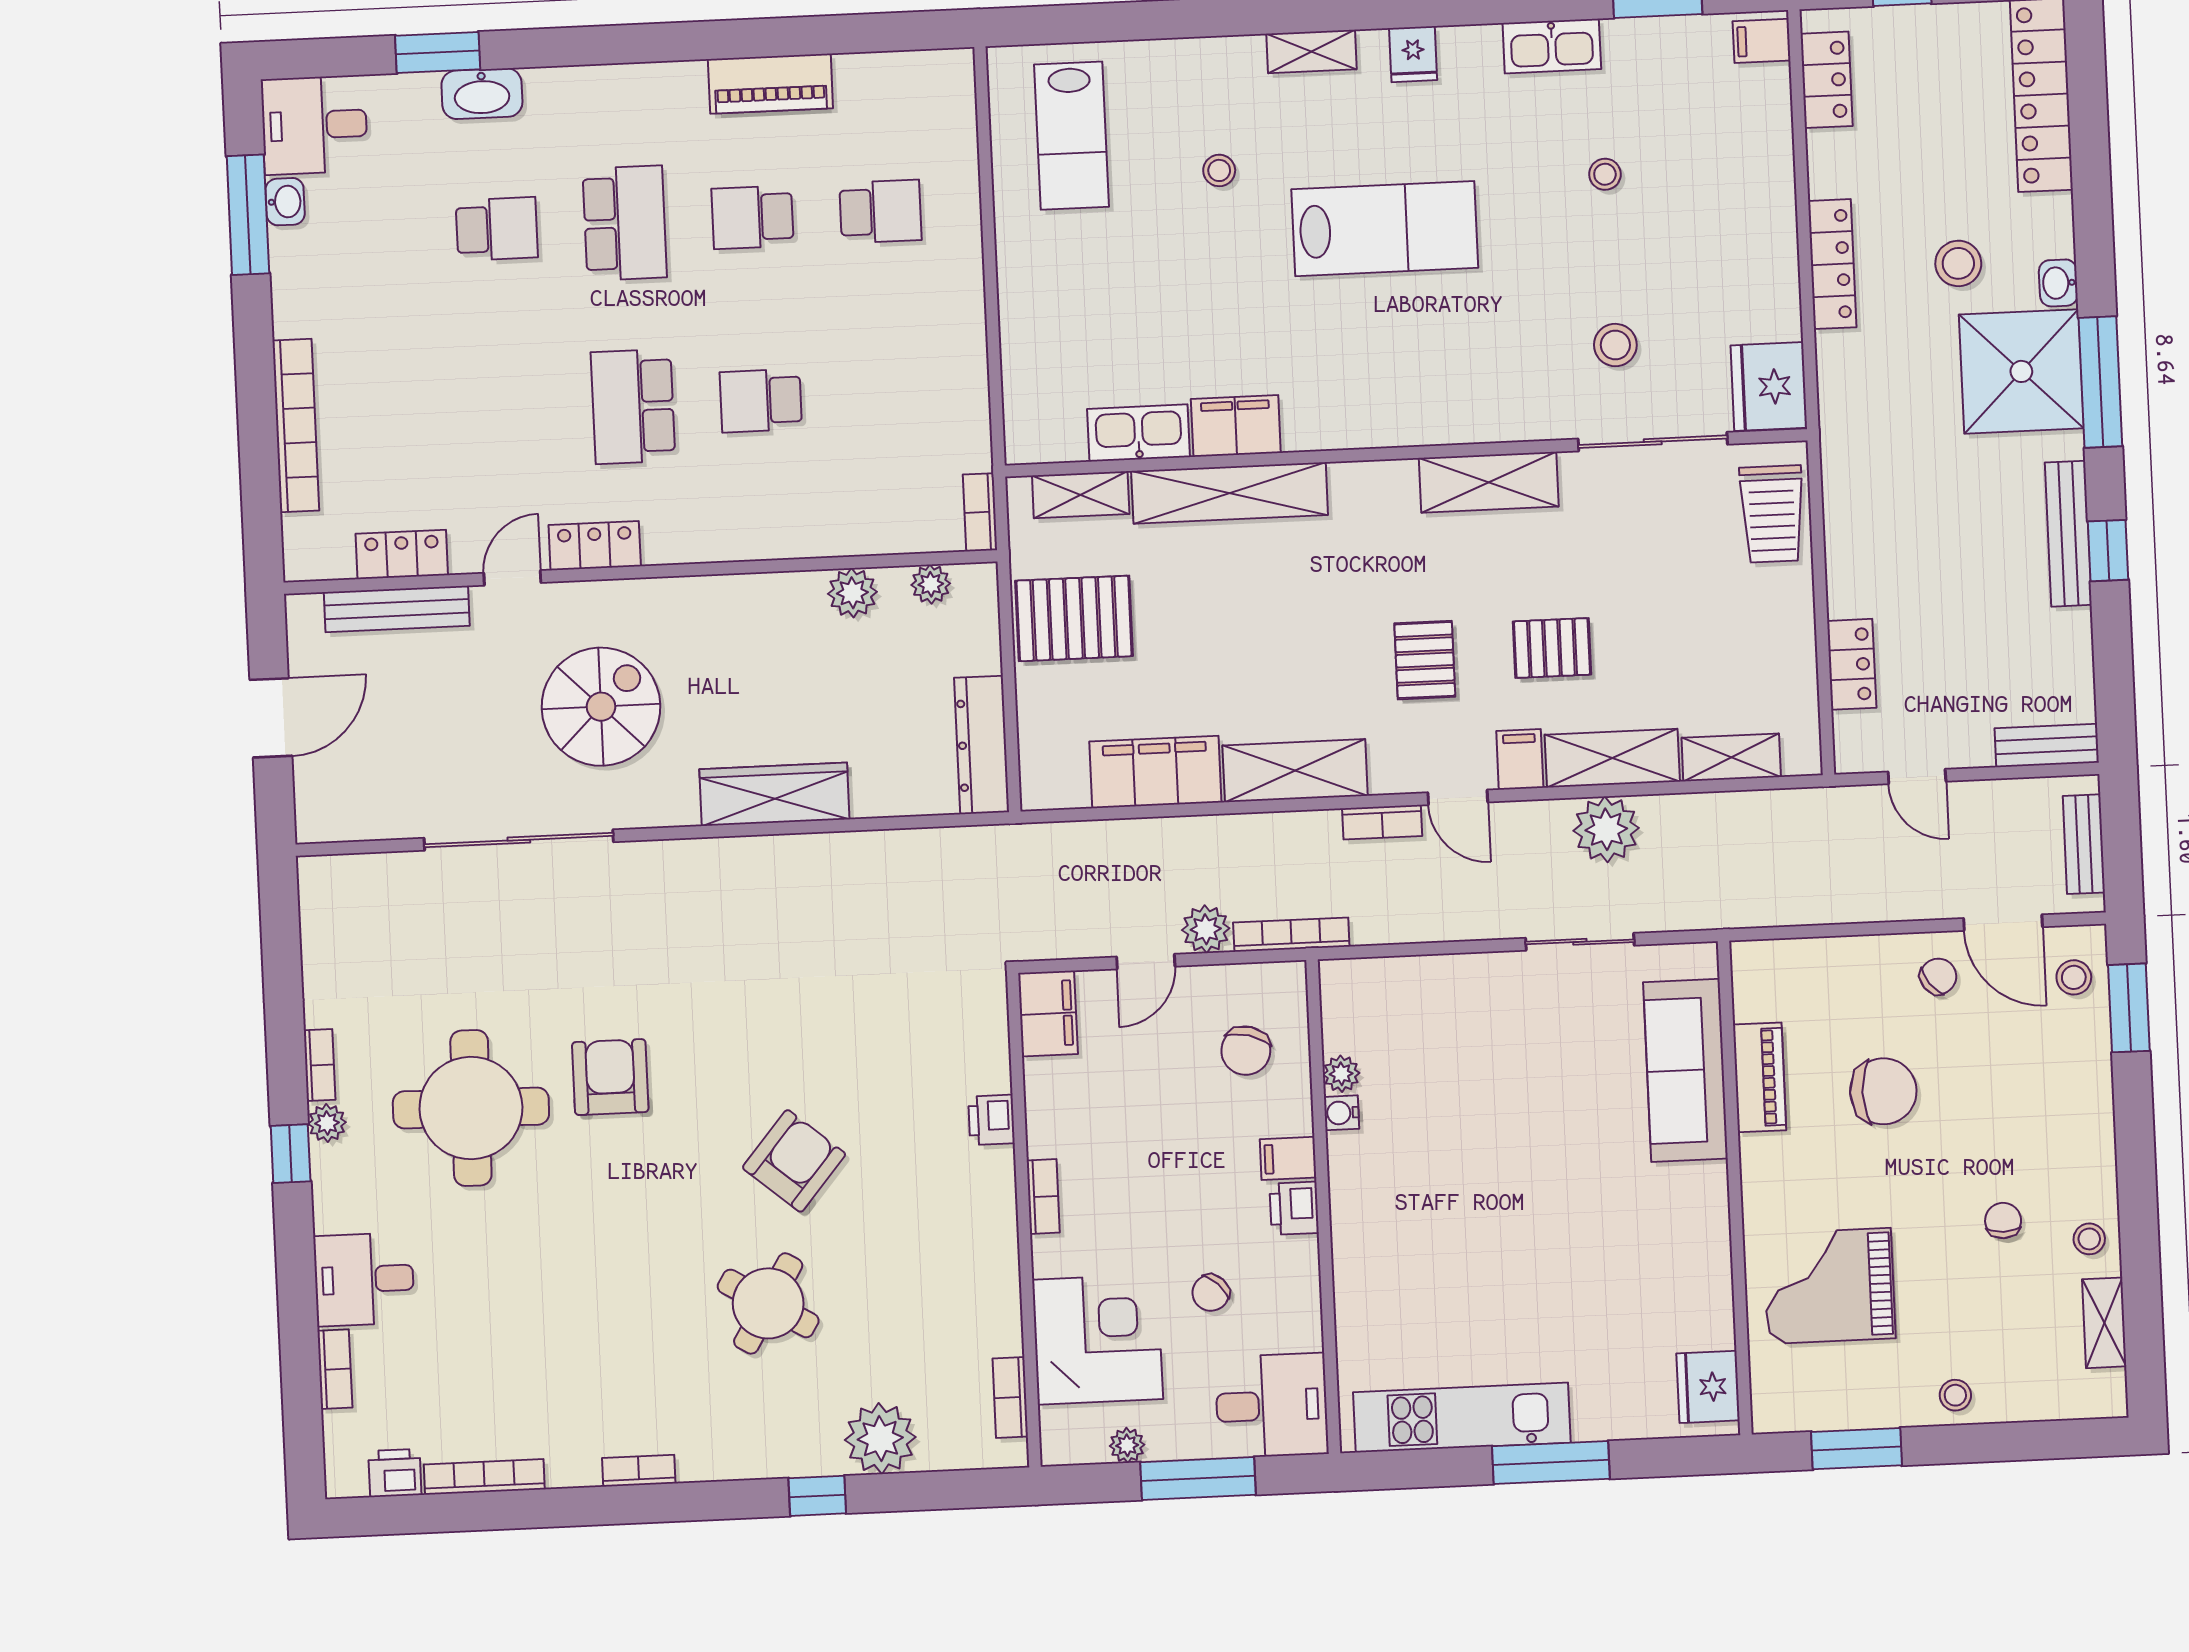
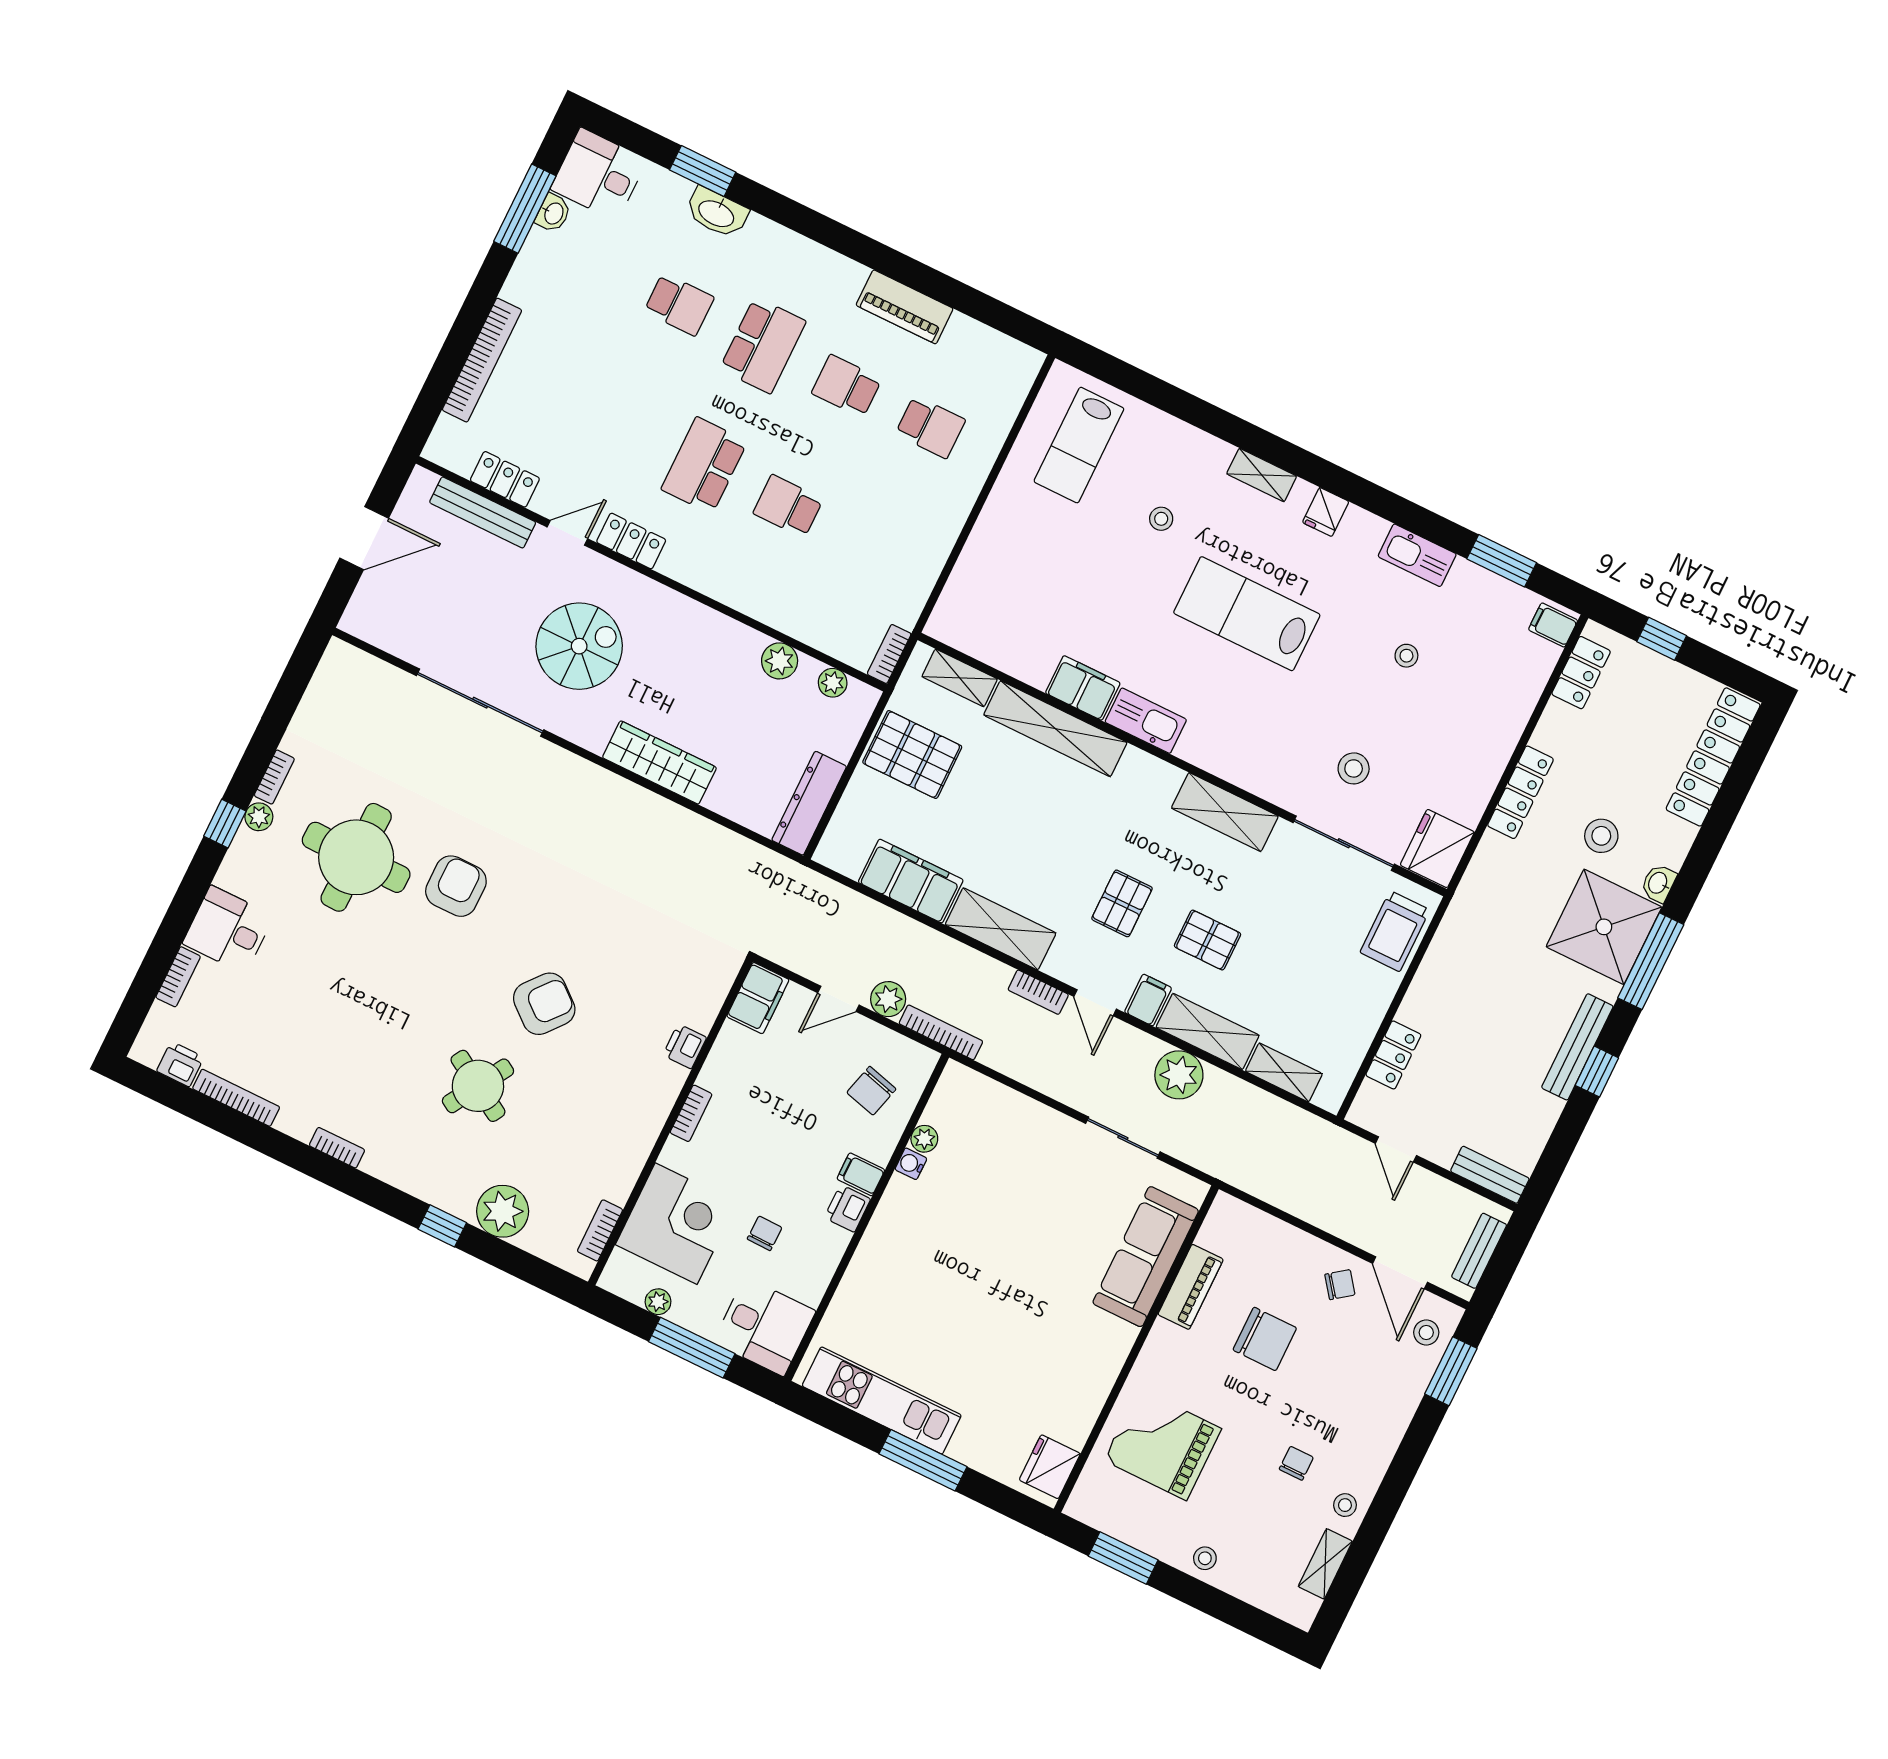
lab bench: (1385, 229) -> (1247, 614), turned 180
kitchen sink: (1139, 433) -> (1146, 721), moved
chair: (1211, 1293) -> (765, 1233), turned 137

